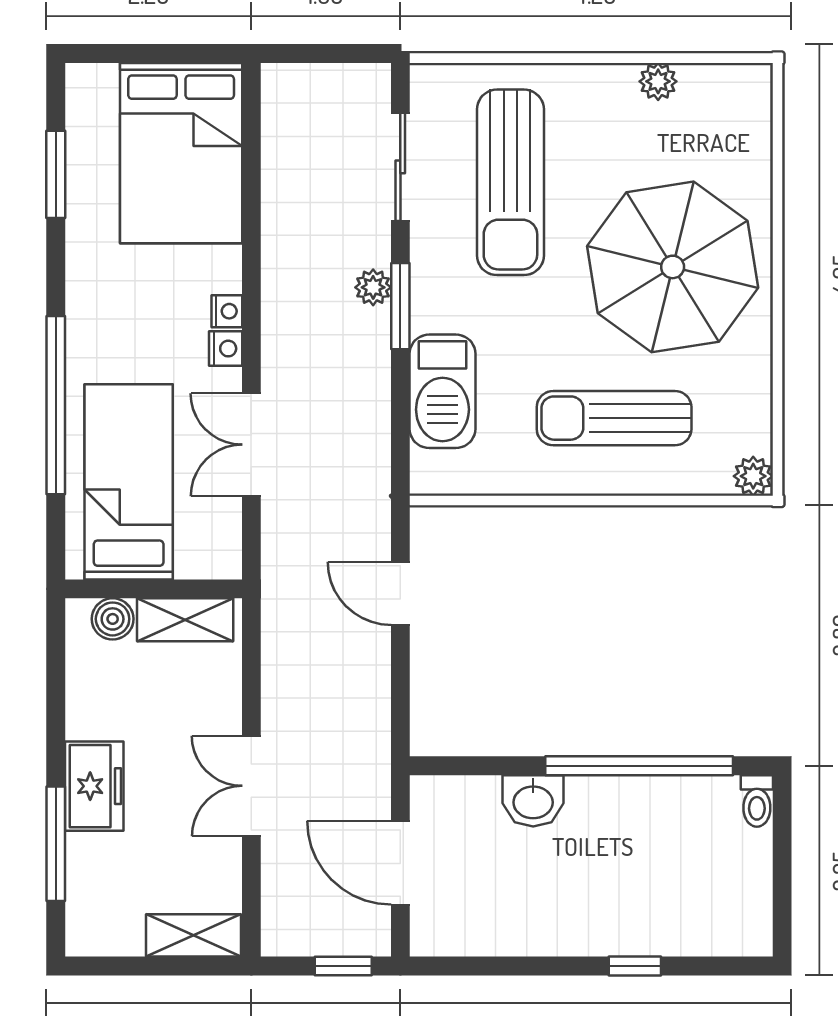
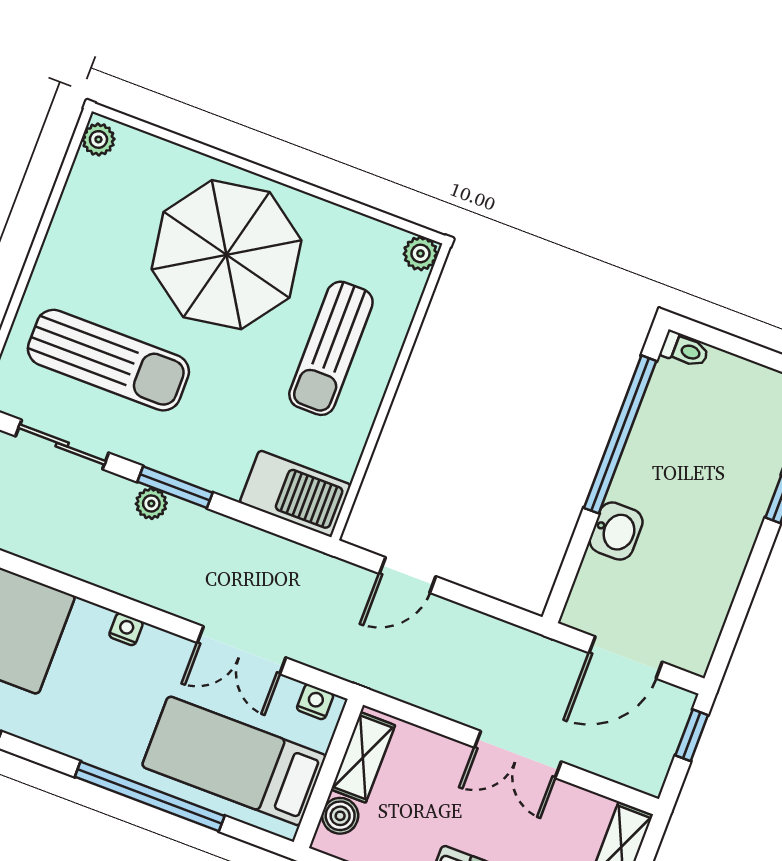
plant: (658, 81) -> (98, 139), moved
nightstand: (226, 349) -> (315, 702), moved
barbecue: (442, 391) -> (295, 494), moved

